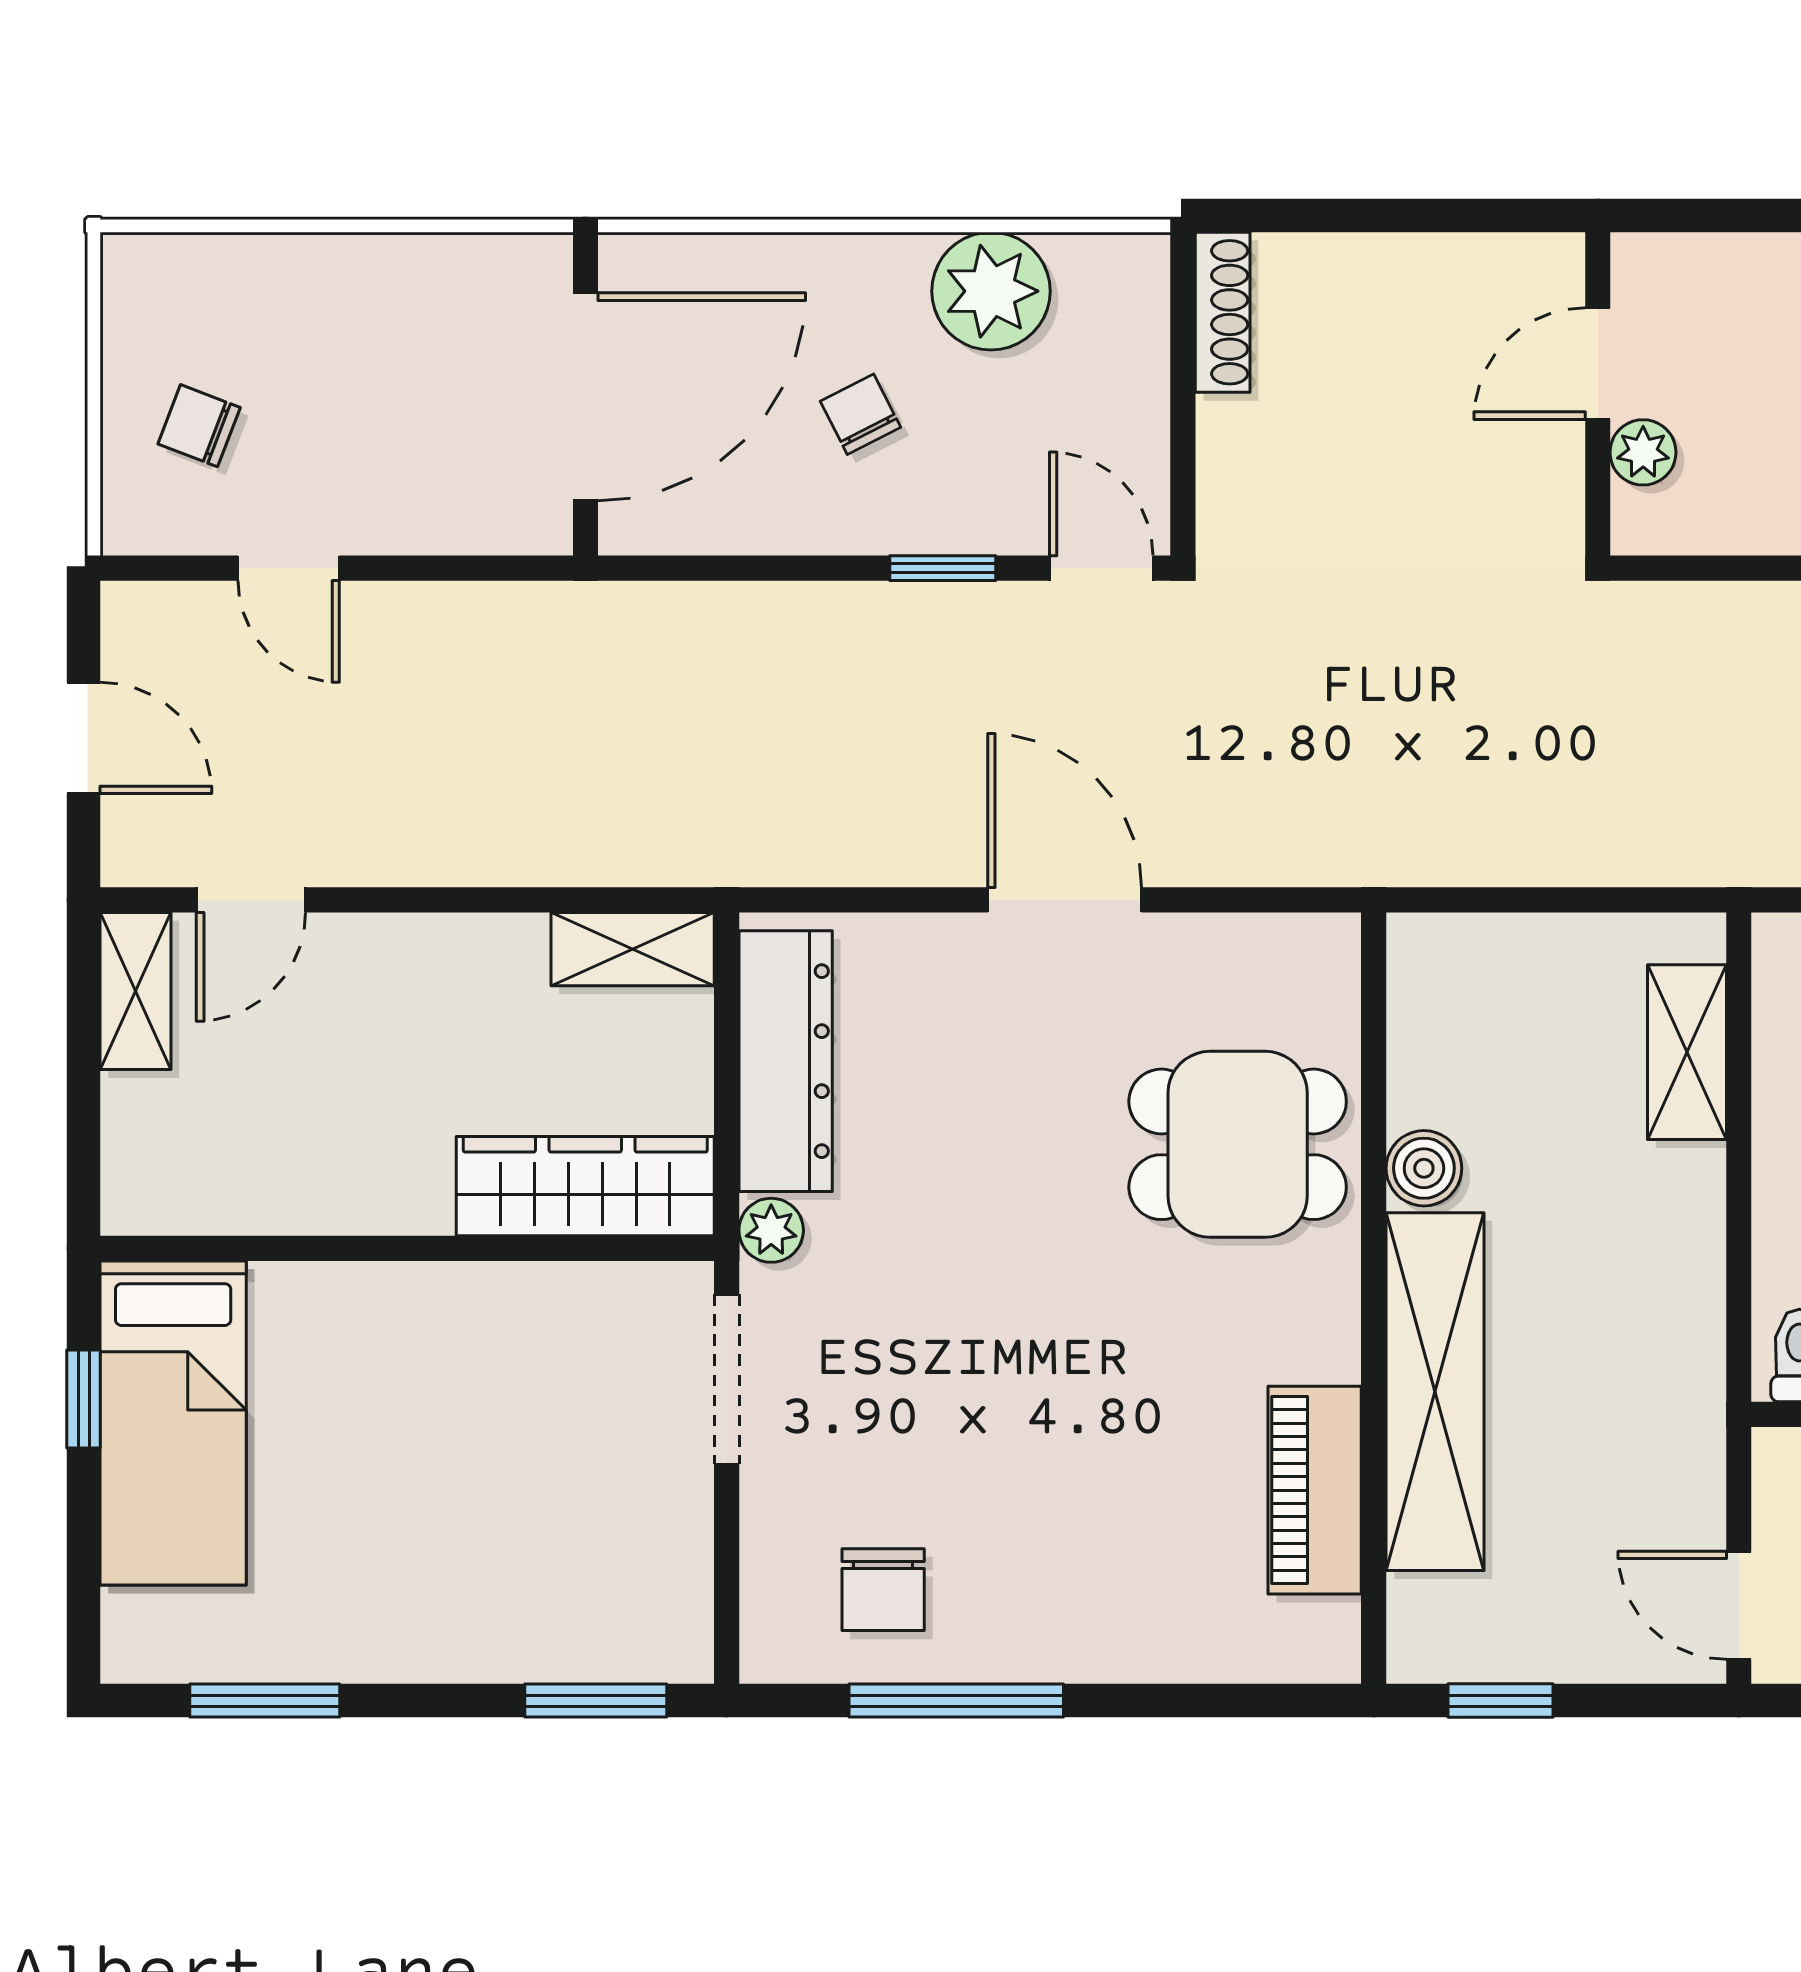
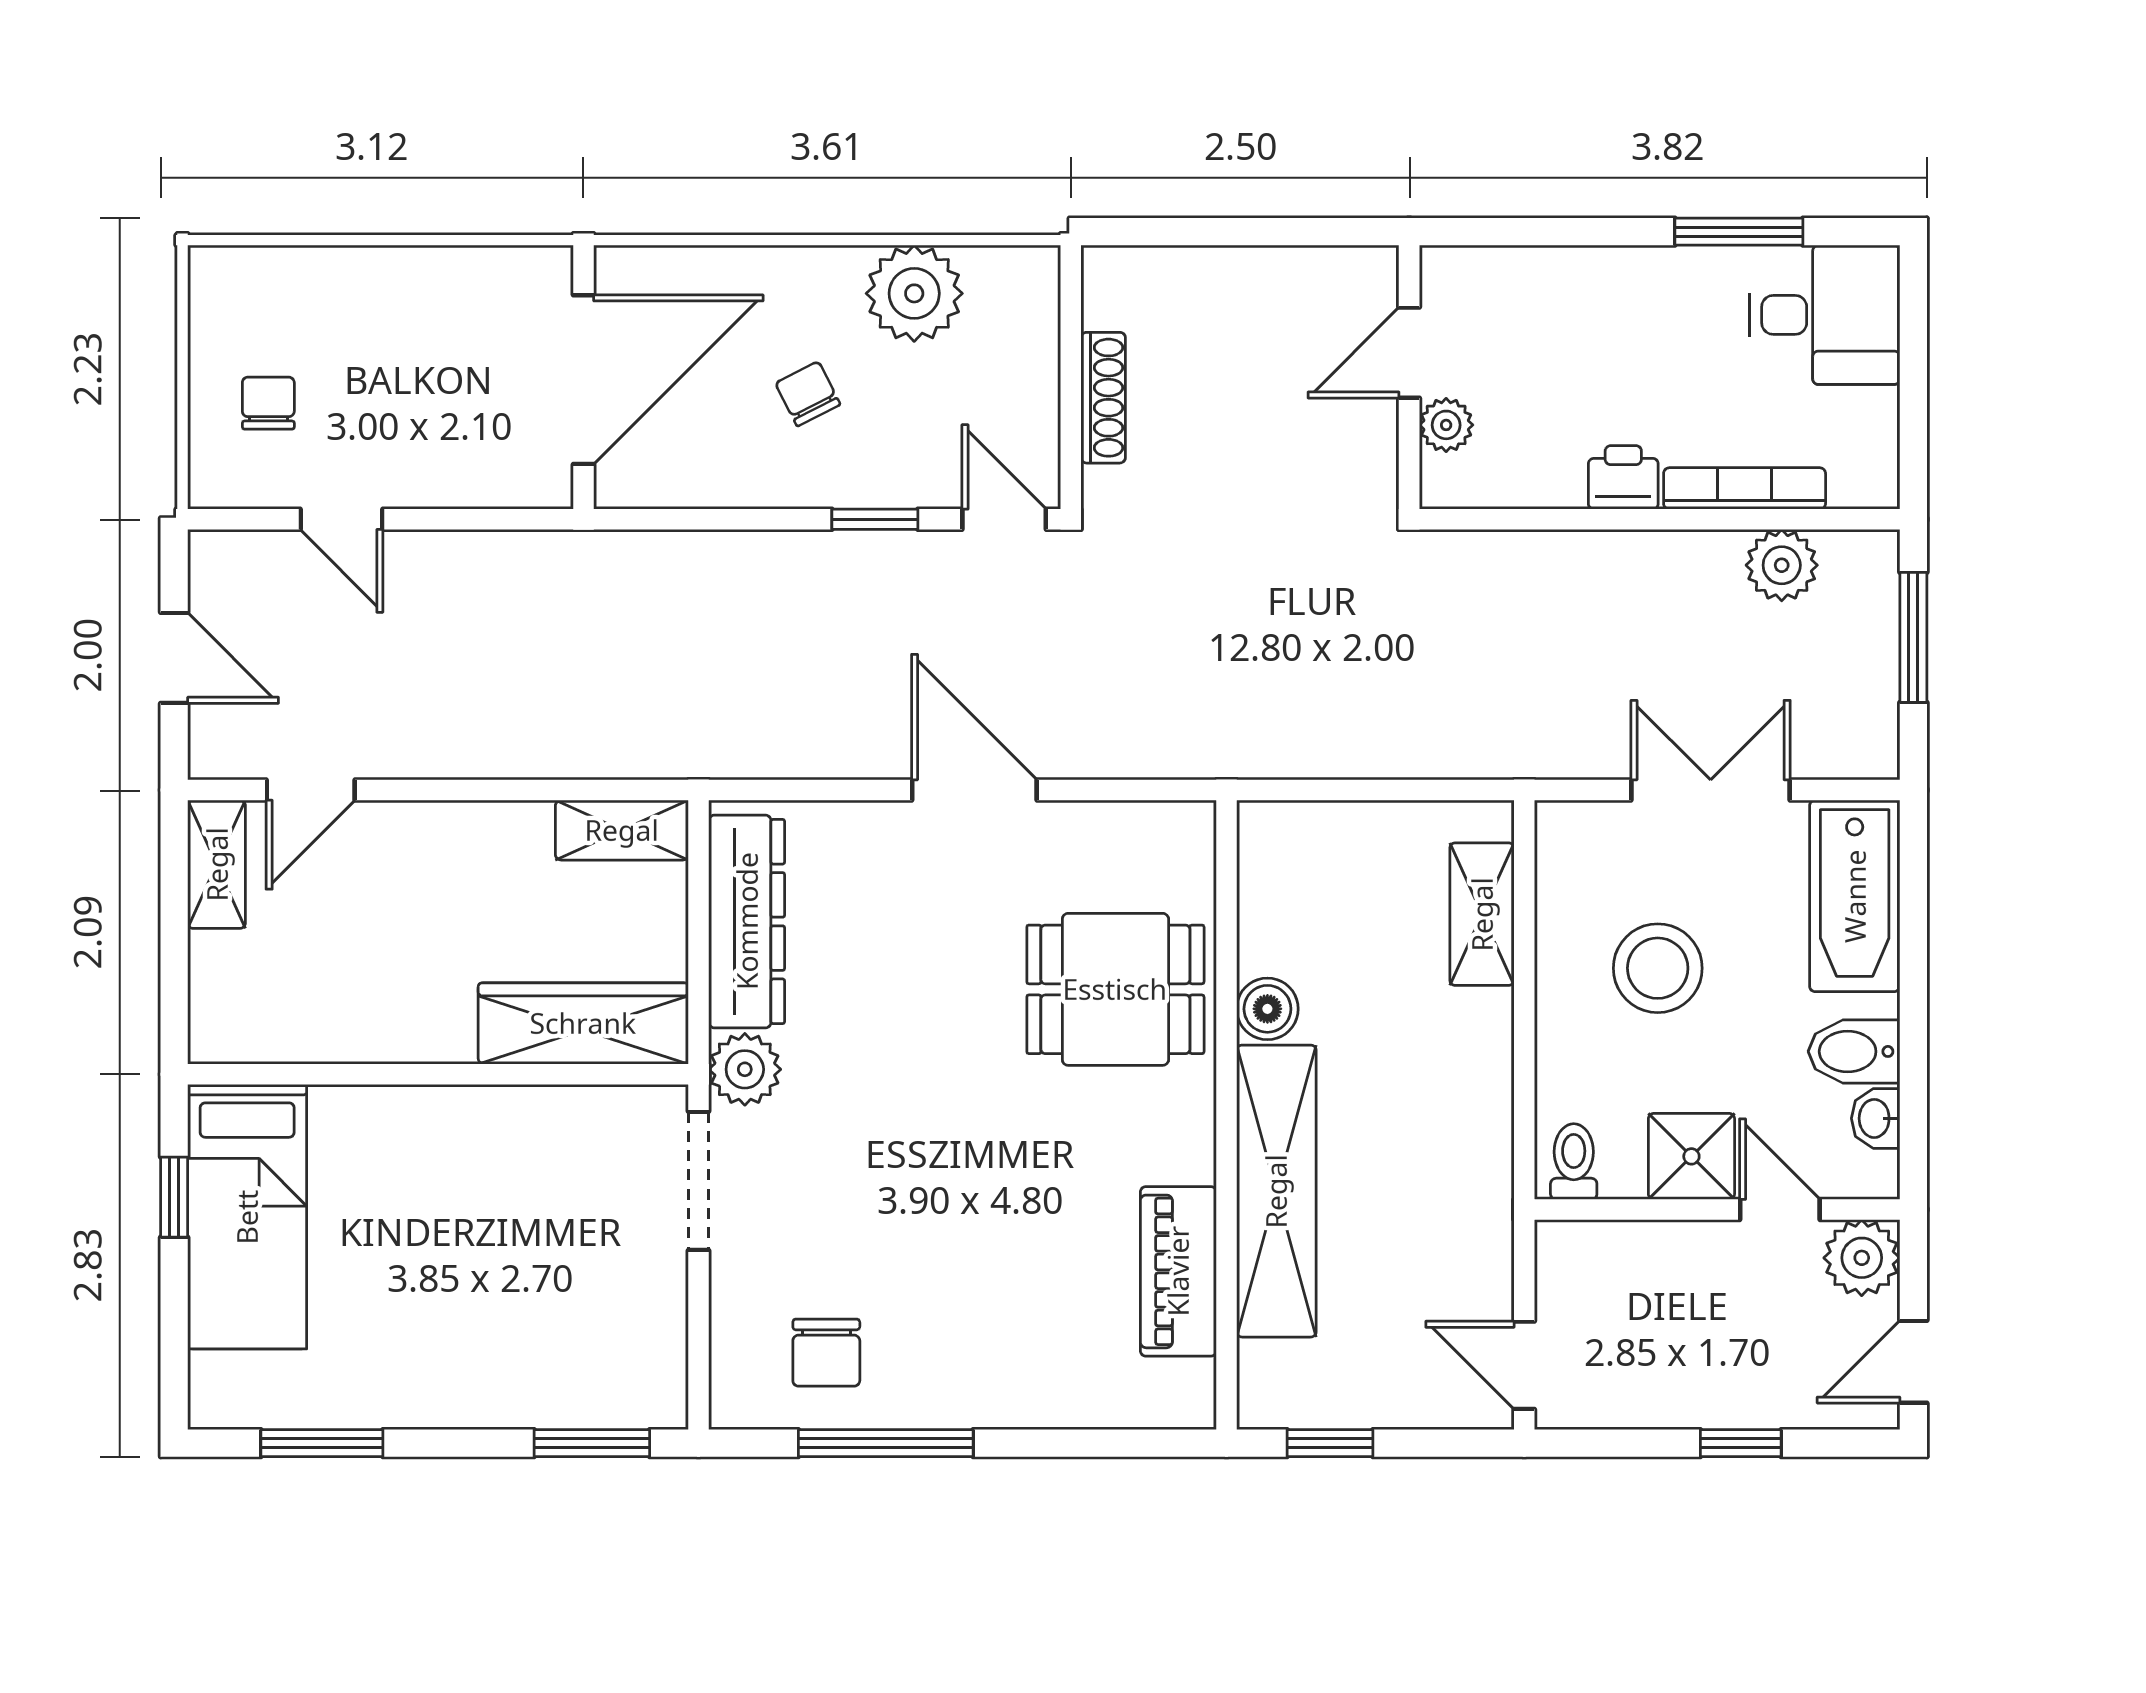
shoe rack: (1223, 312) -> (1103, 398), moved
chair: (199, 426) -> (268, 403), turned 69
plant: (771, 1230) -> (745, 1069), width x1.38, depth x1.38

